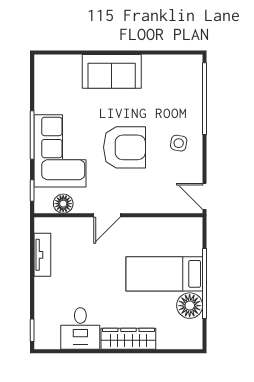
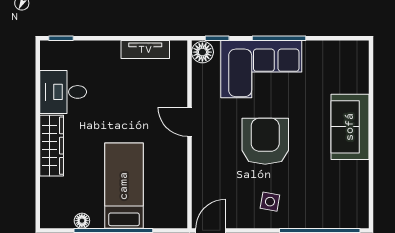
armchair: (124, 147) -> (265, 141), turned 180
floor lamp: (63, 204) -> (202, 52), moved
floor lamp: (190, 306) -> (82, 221), width x0.53, depth x0.53

